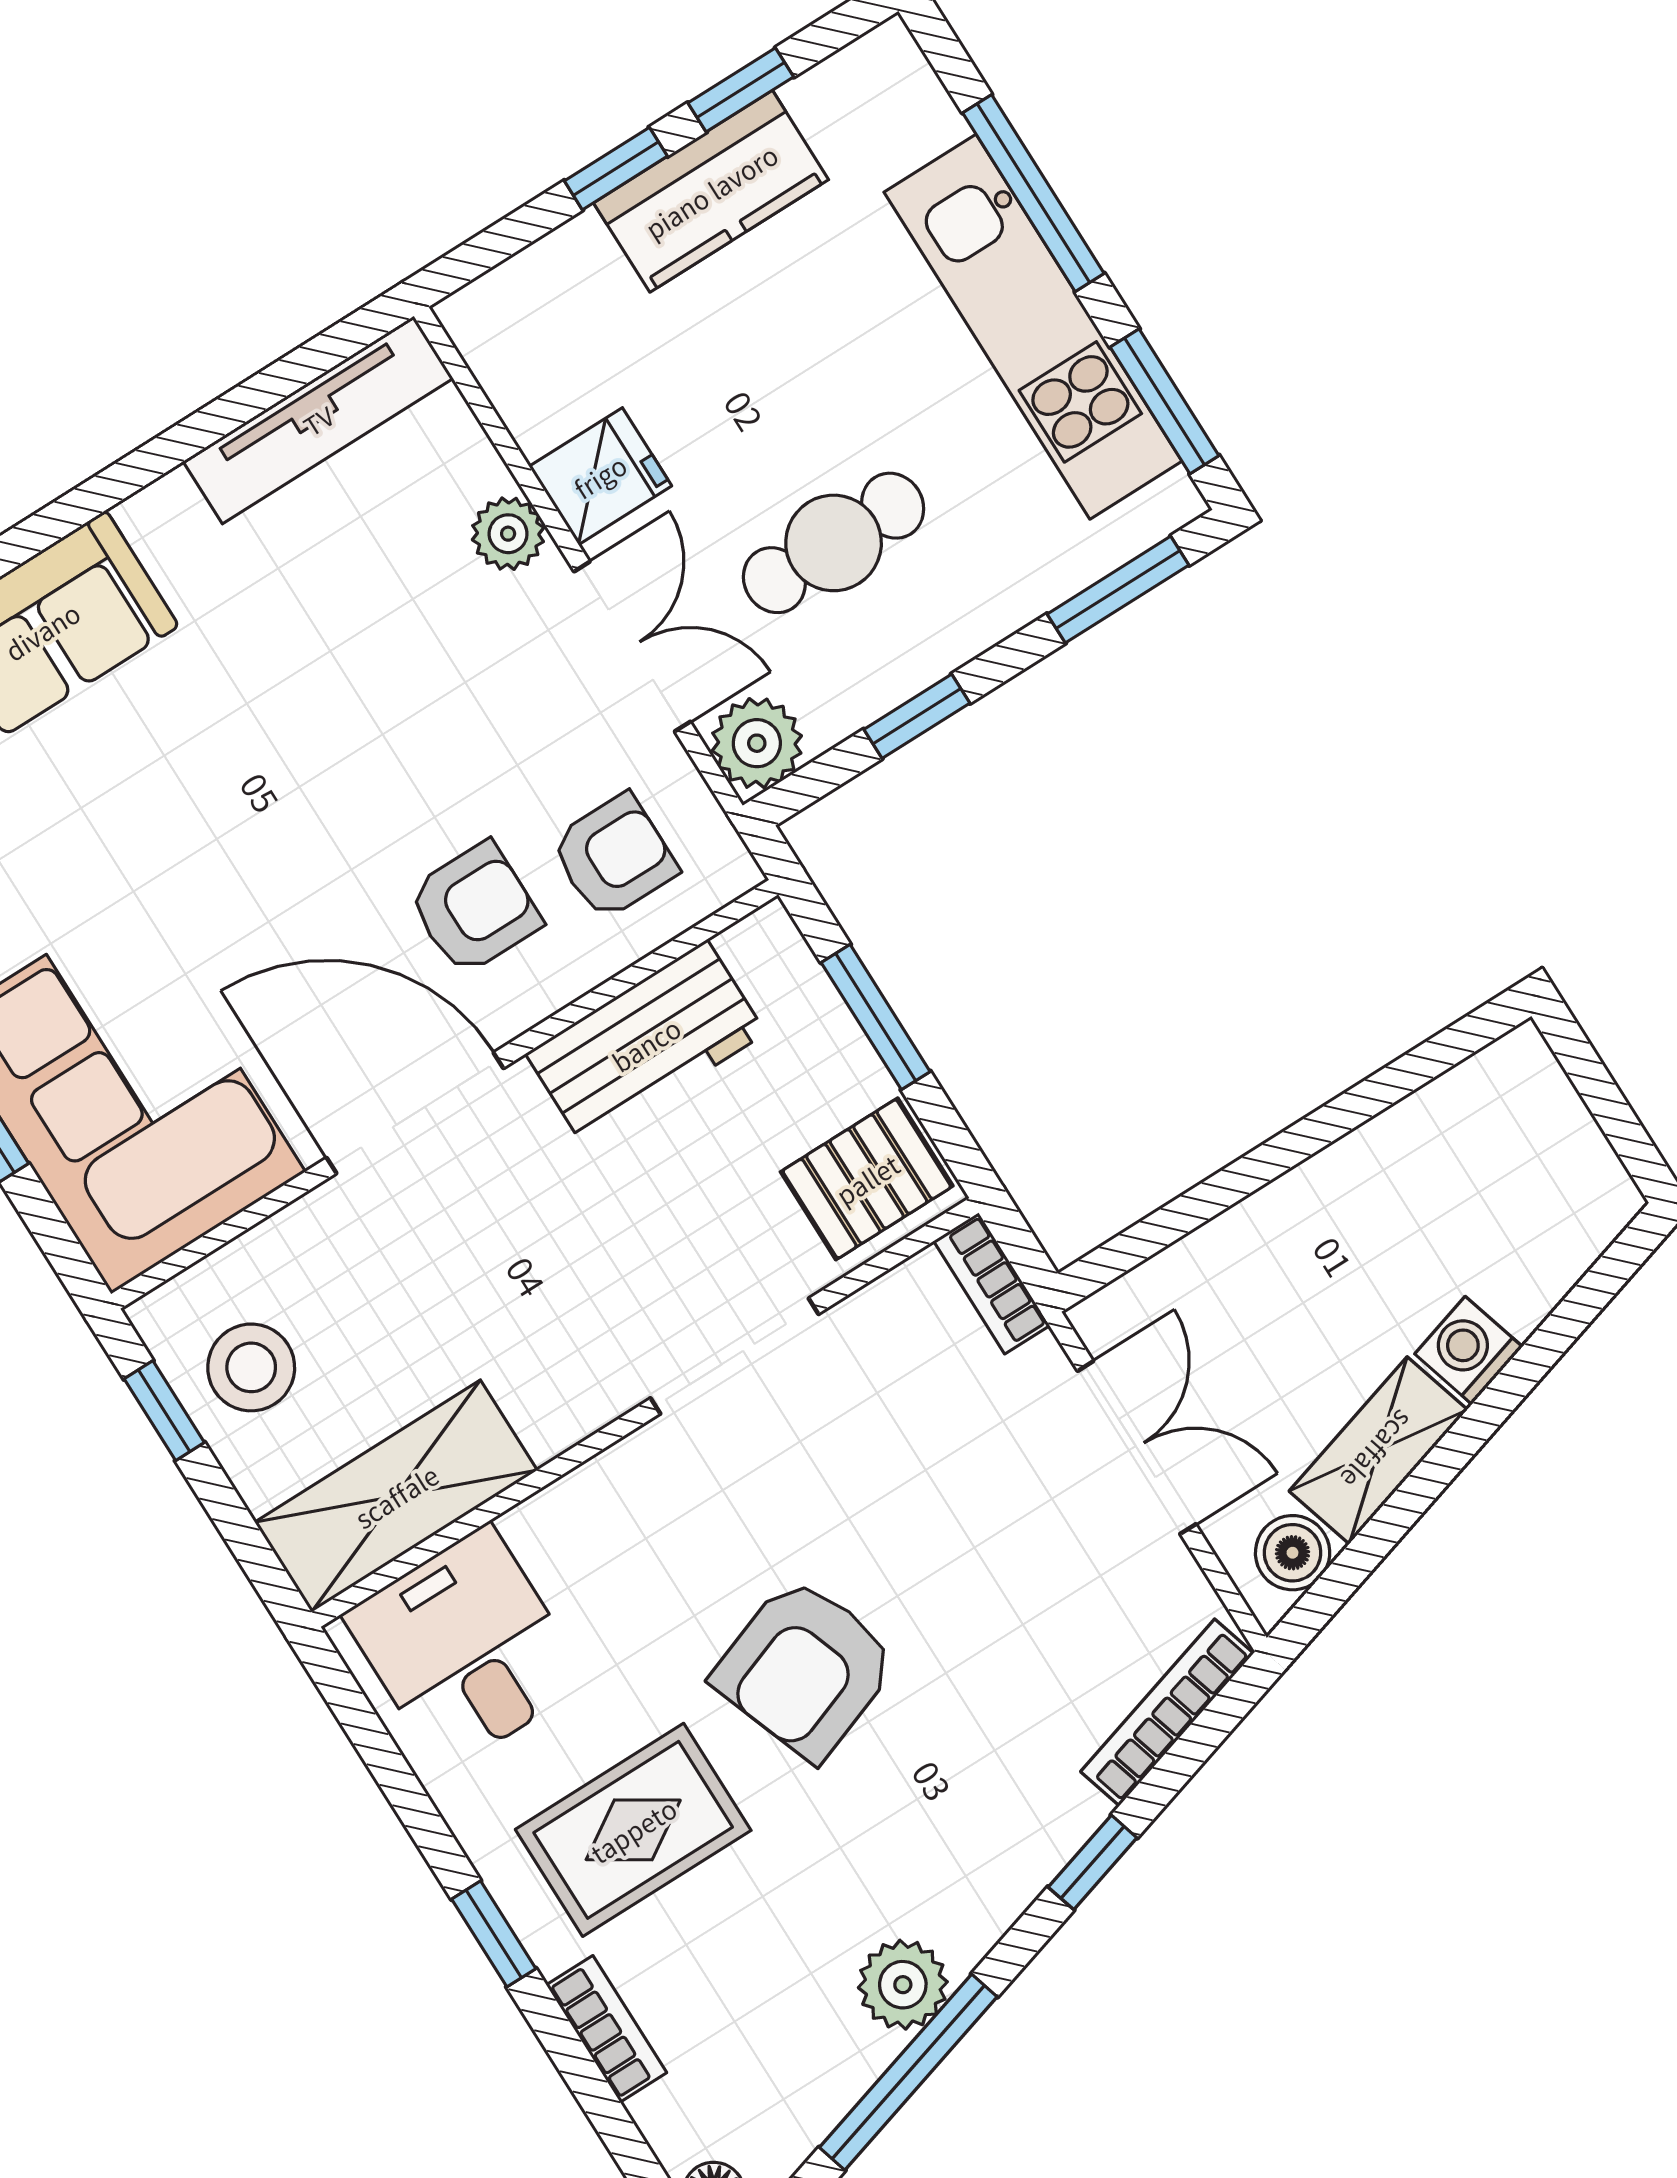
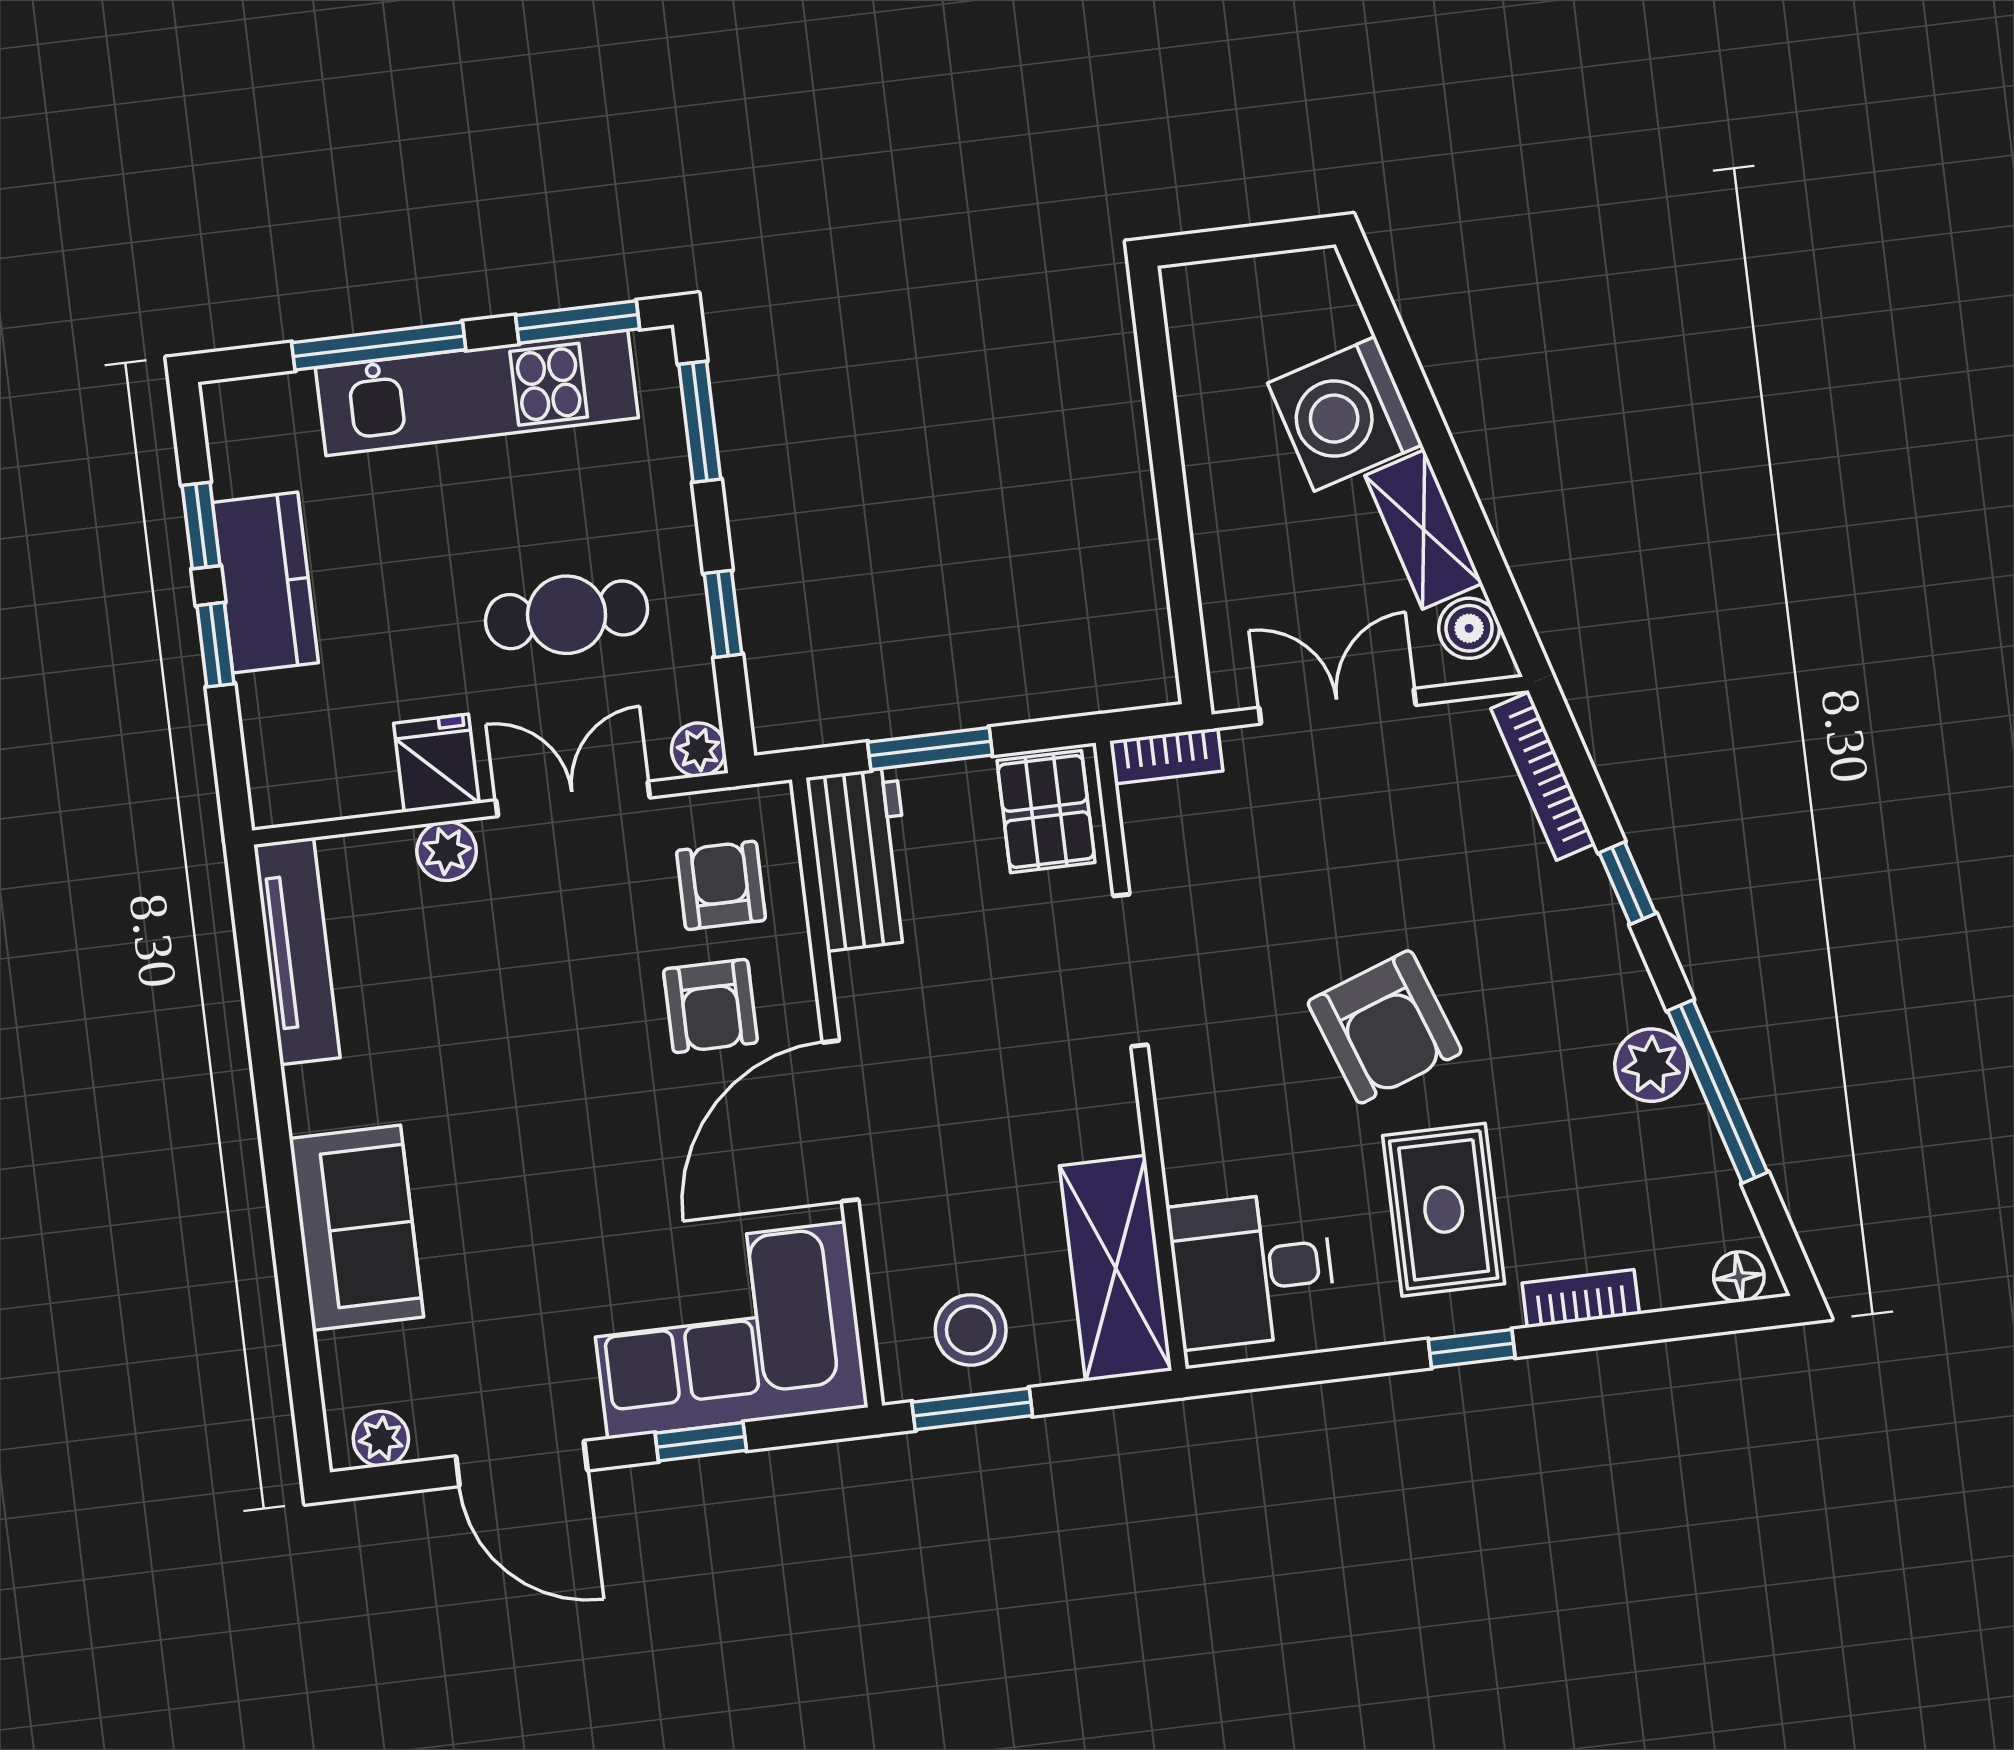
cafe table: (834, 543) -> (567, 615), turned 90
plant: (757, 743) -> (698, 750), width x0.73, depth x0.73
armchair: (474, 908) -> (710, 1006), turned 180
workbench: (646, 1044) -> (861, 859), moved
washing machine: (1469, 1350) -> (1345, 414), width x1.89, depth x1.89
window: (164, 1411) -> (972, 1409), width x1.50

